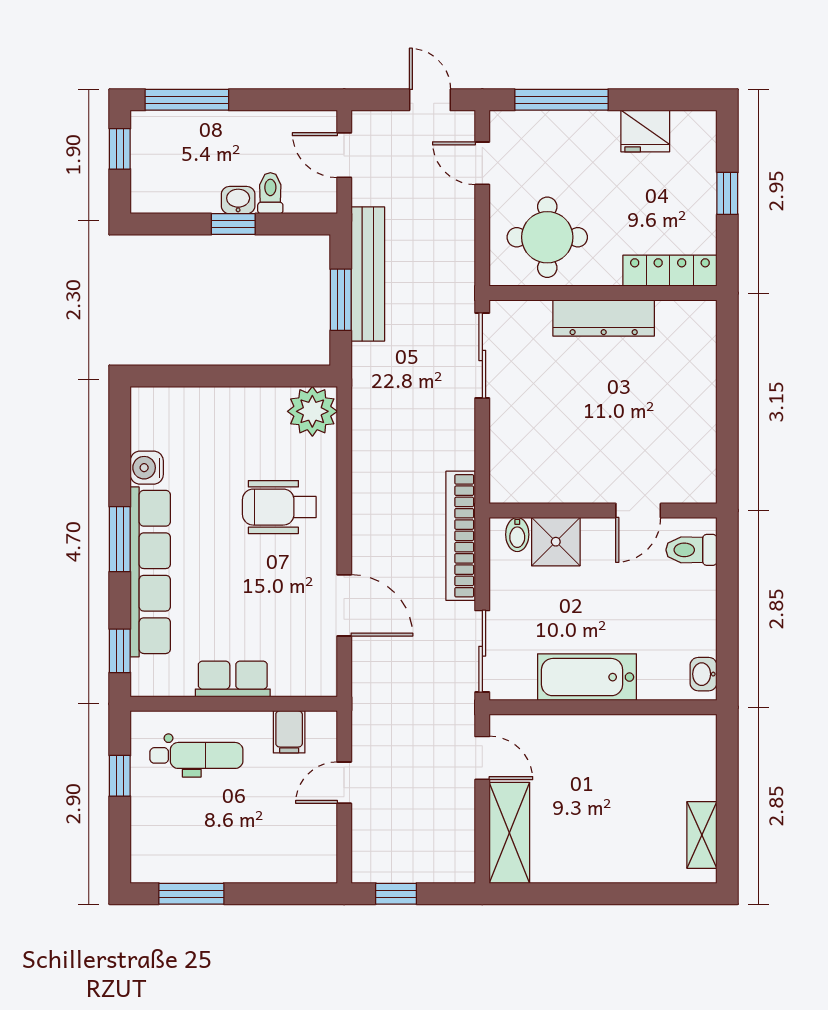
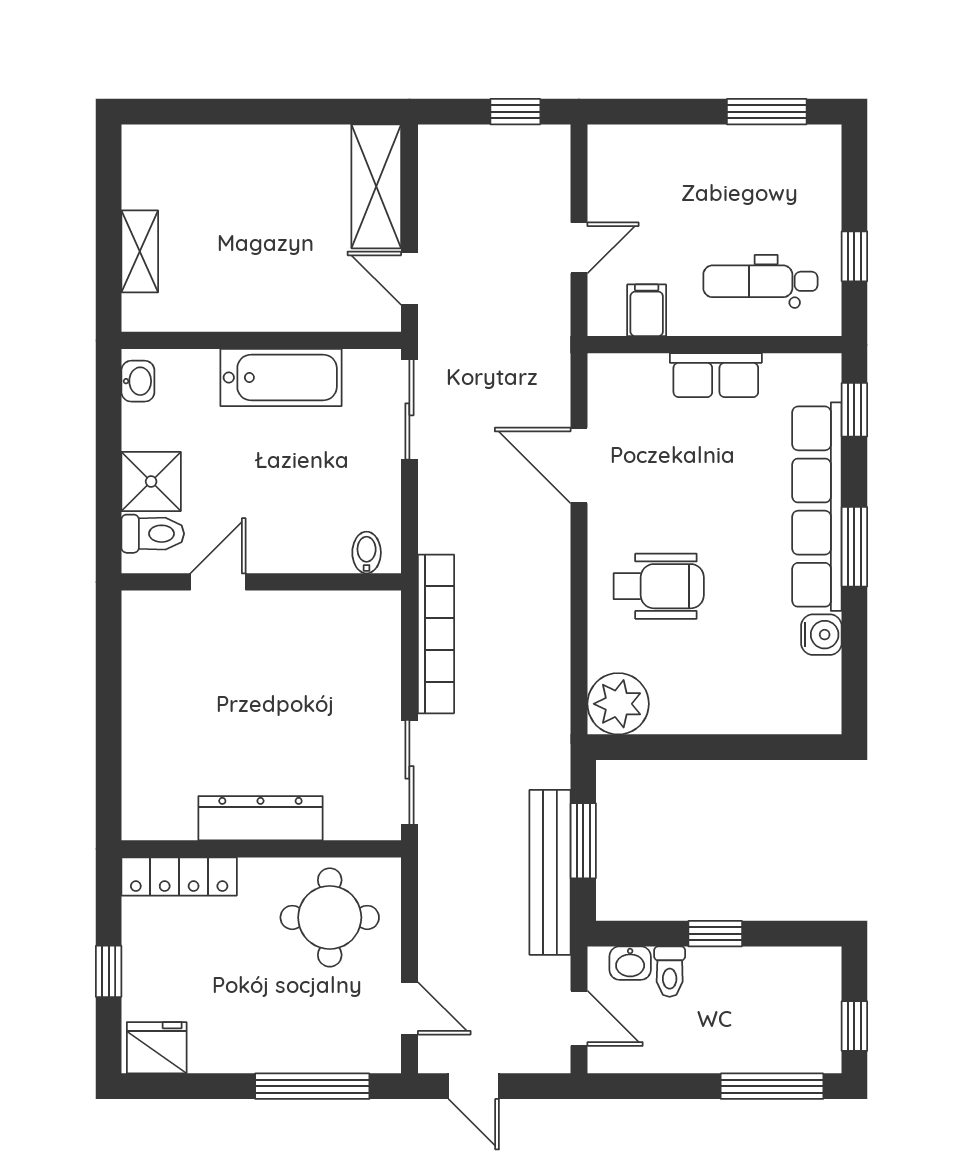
fridge: (645, 131) -> (157, 1048), moved
washbasin: (238, 200) -> (630, 963), moved
bookcase: (461, 536) -> (436, 634), moved
shower: (556, 542) -> (151, 481), moved
shelving: (702, 835) -> (140, 251), moved

